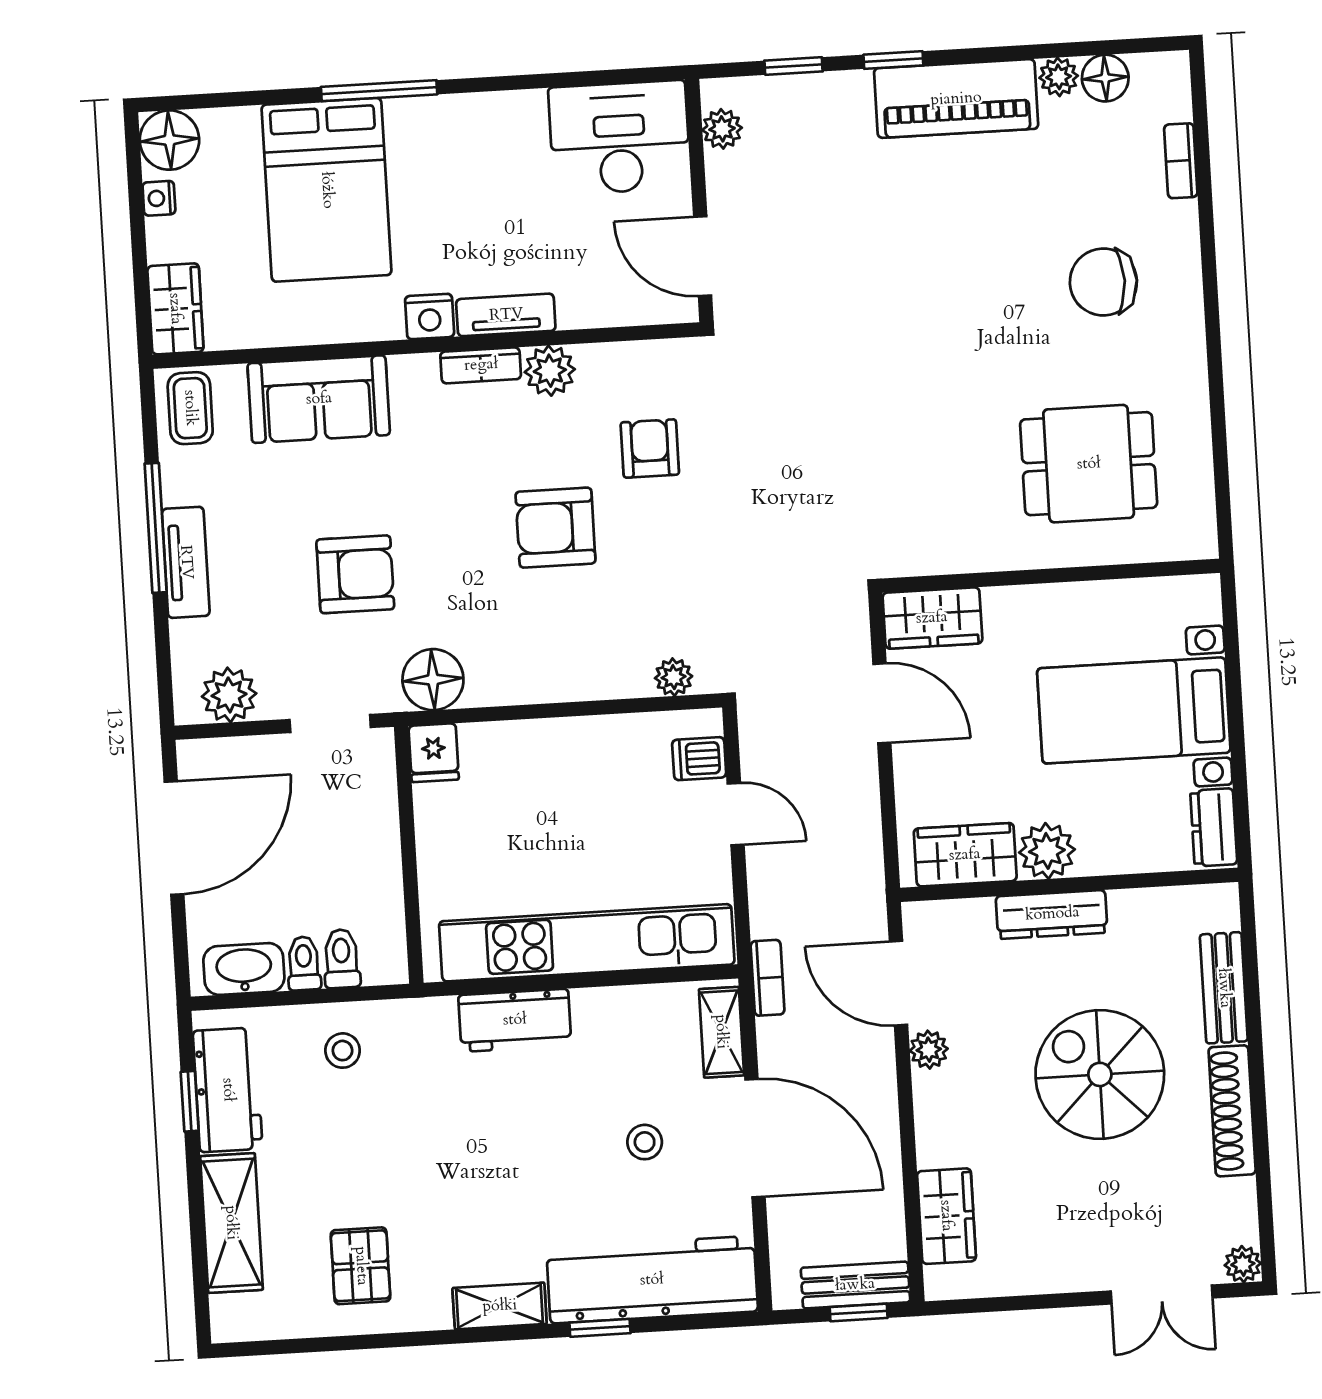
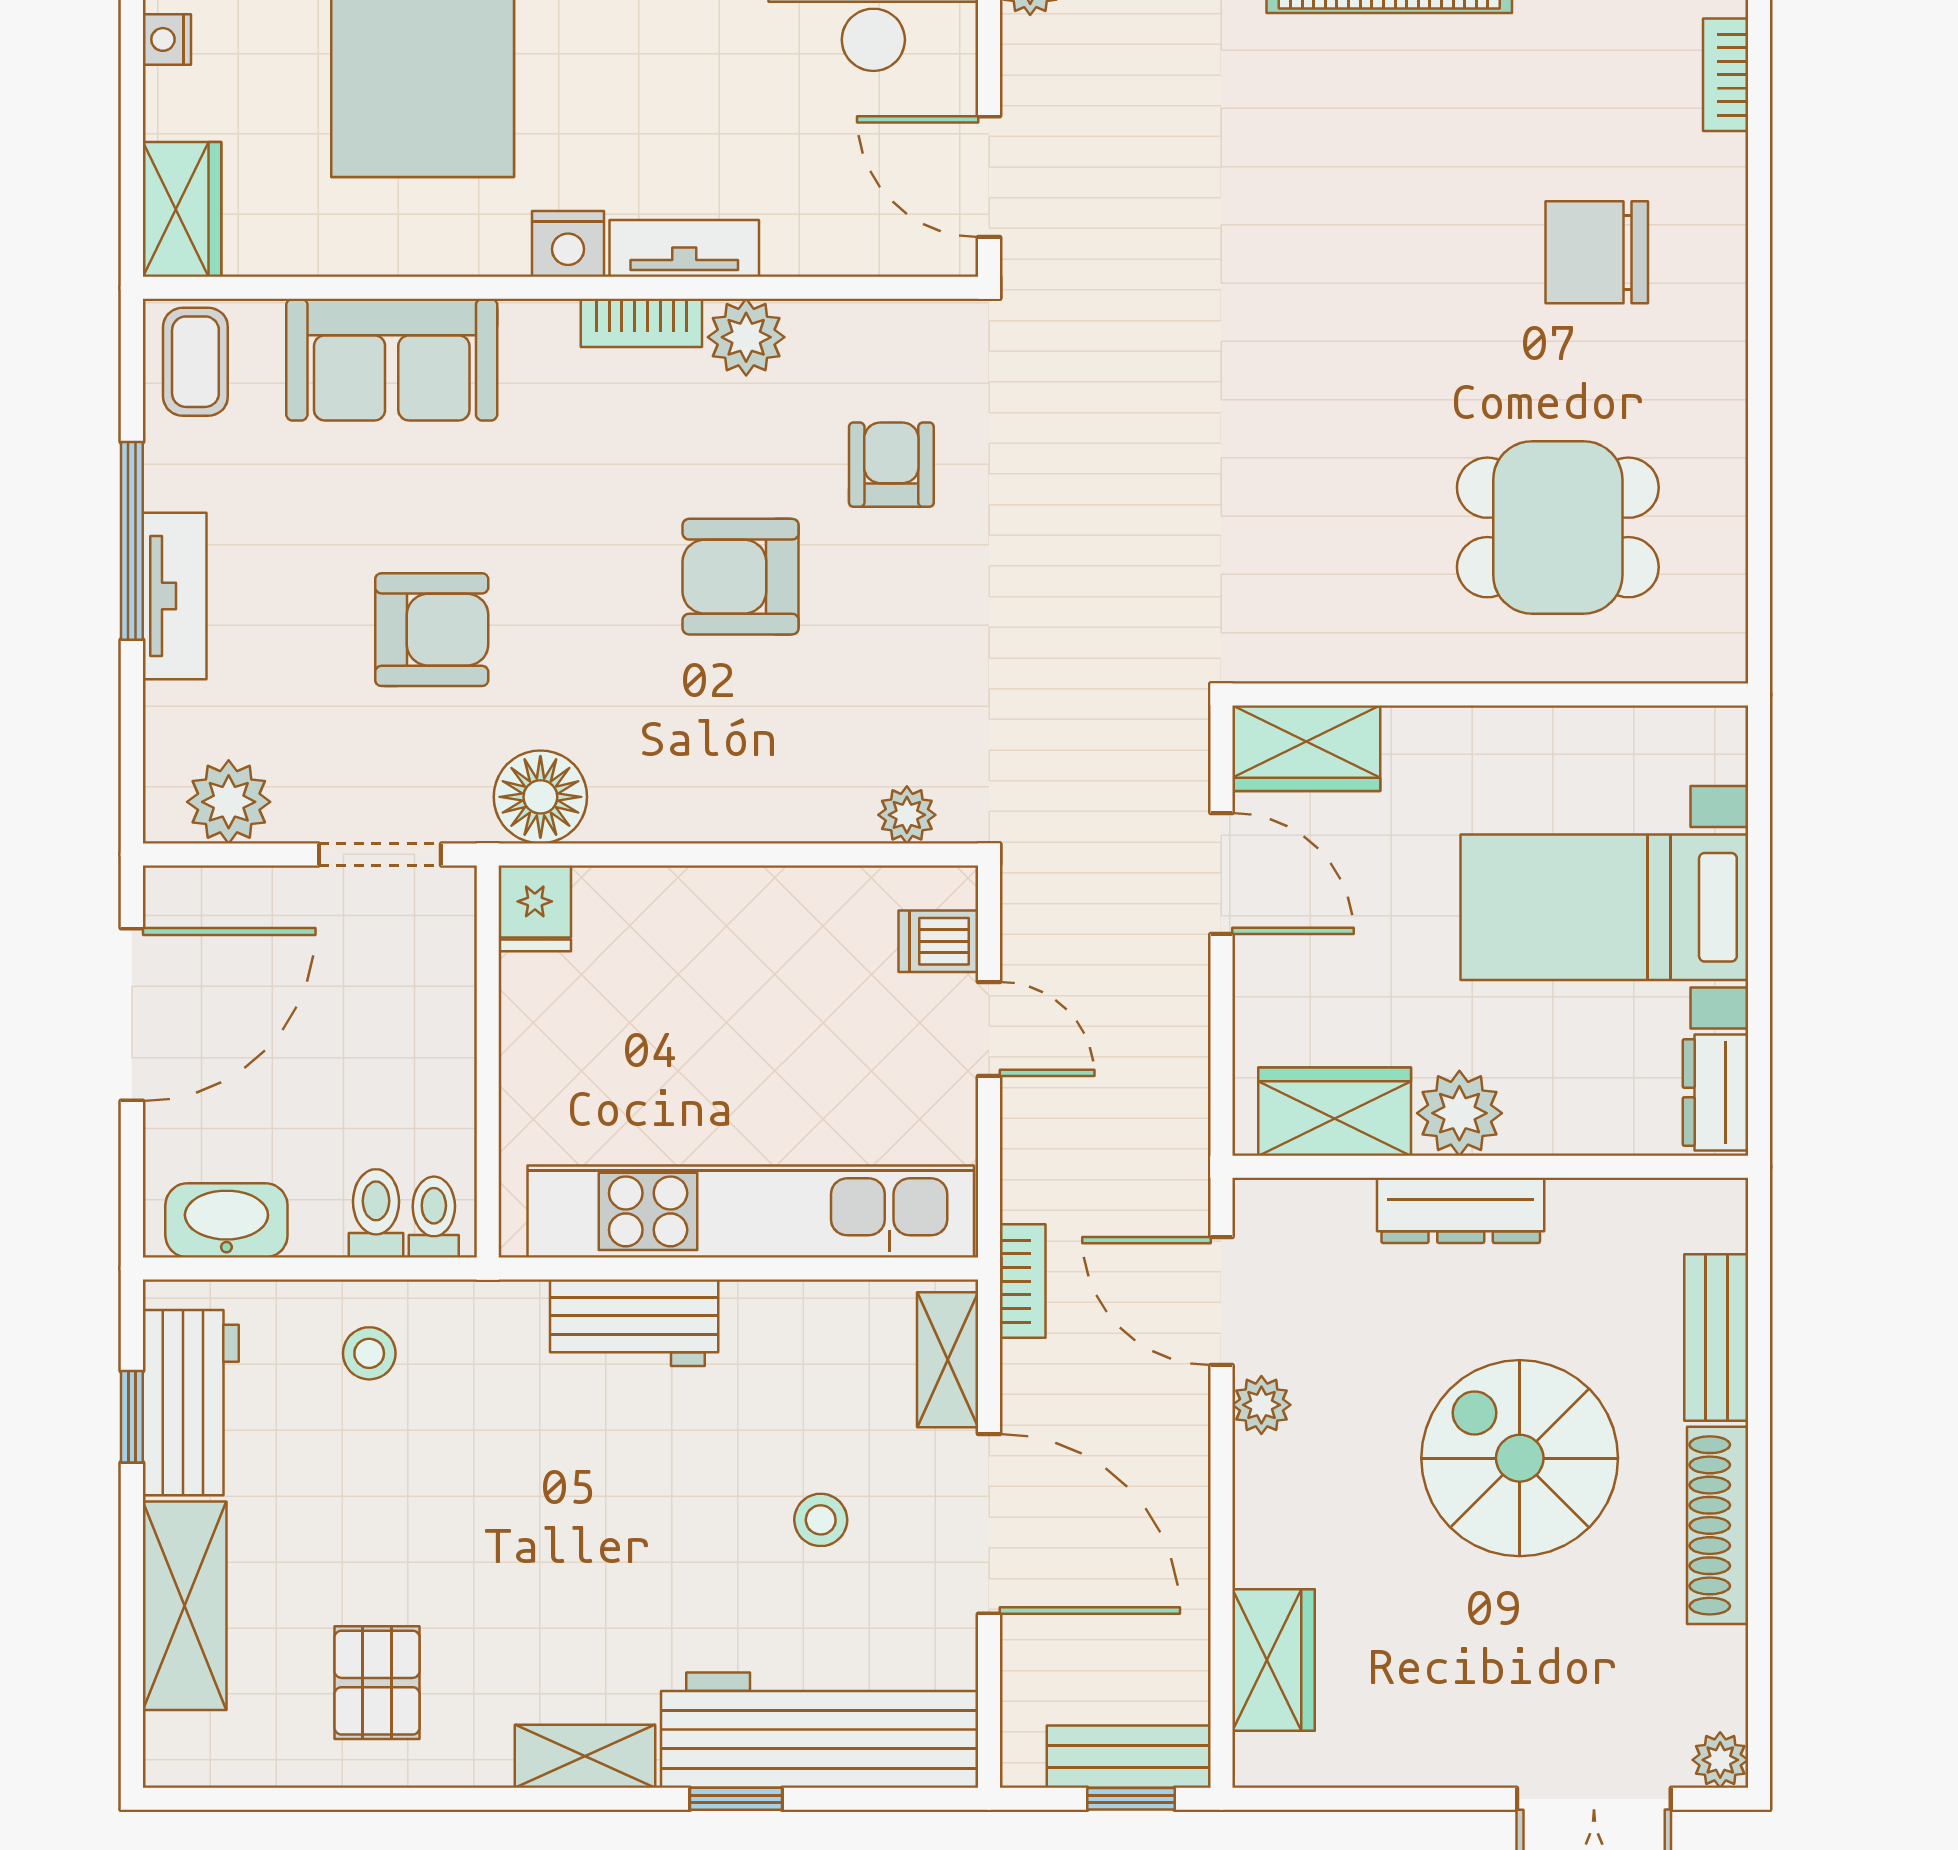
toilet: (304, 963) -> (434, 1217), moved

